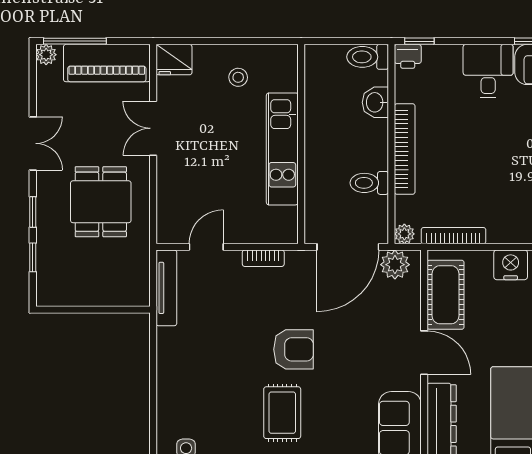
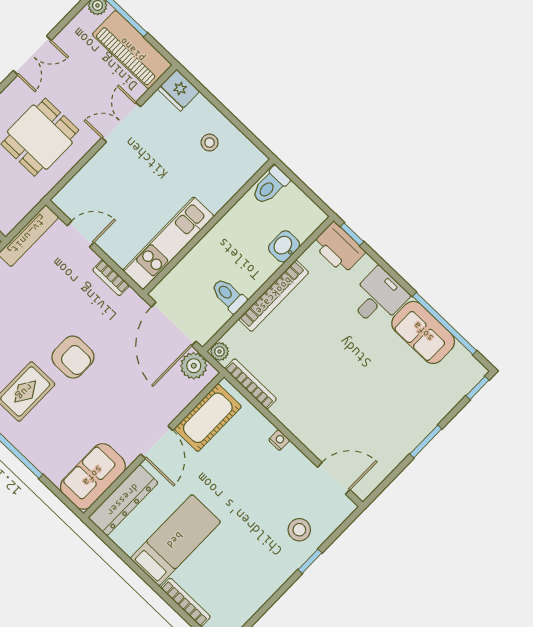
printer: (408, 56) -> (339, 248), width x1.87, depth x1.48
toilet: (368, 57) -> (270, 186), moved, turned -90
kitchen unit: (282, 149) -> (169, 243), moved
door: (348, 247) -> (174, 324), hinge flipped
nightstand: (511, 265) -> (279, 440), width x0.53, depth x0.56

